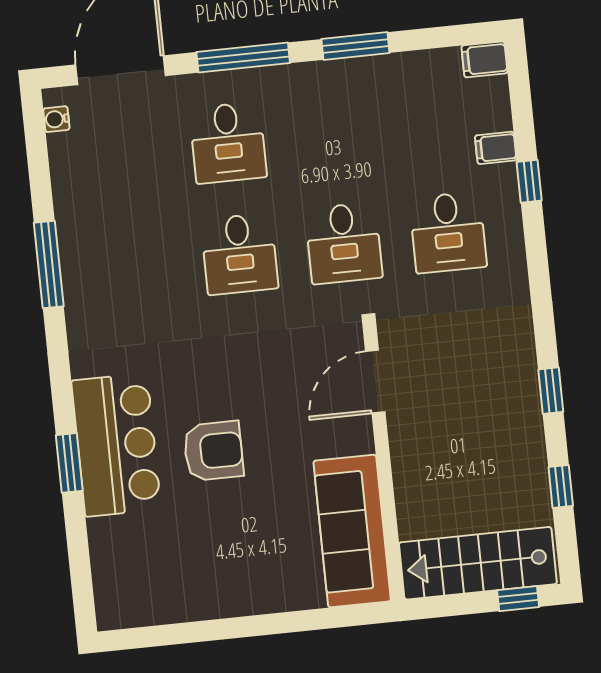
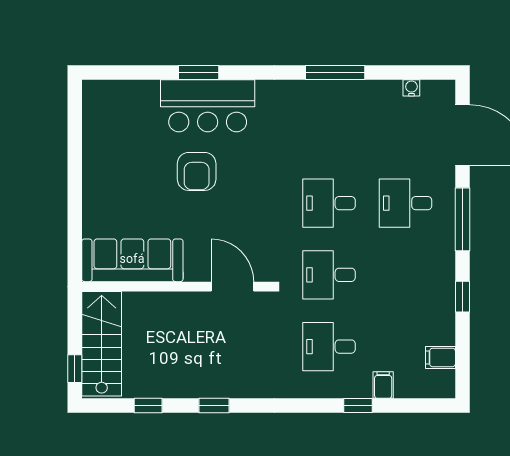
window: (355, 46) -> (462, 297), width x0.67
filing cabinet: (484, 59) -> (440, 357), moved, turned -90
water cooler: (56, 119) -> (411, 88), moved

